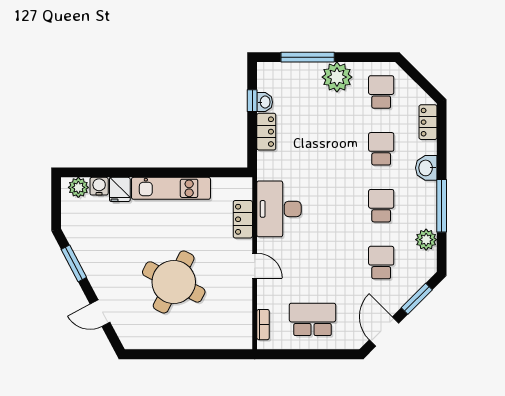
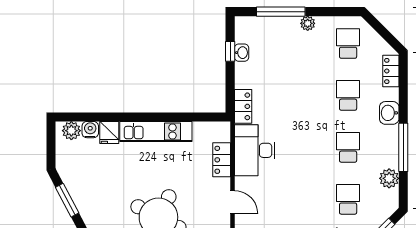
plant: (337, 77) -> (308, 23), width x0.53, depth x0.53
locker: (266, 132) -> (243, 106), moved

